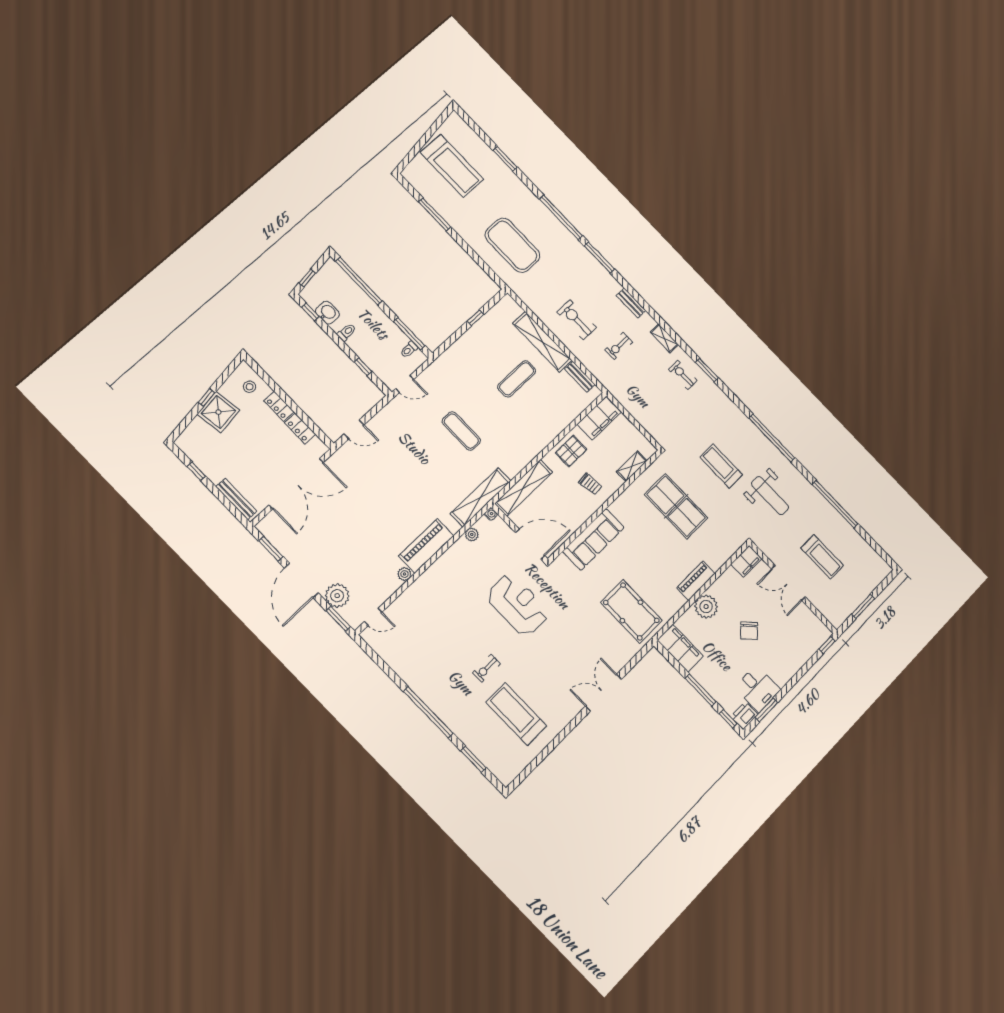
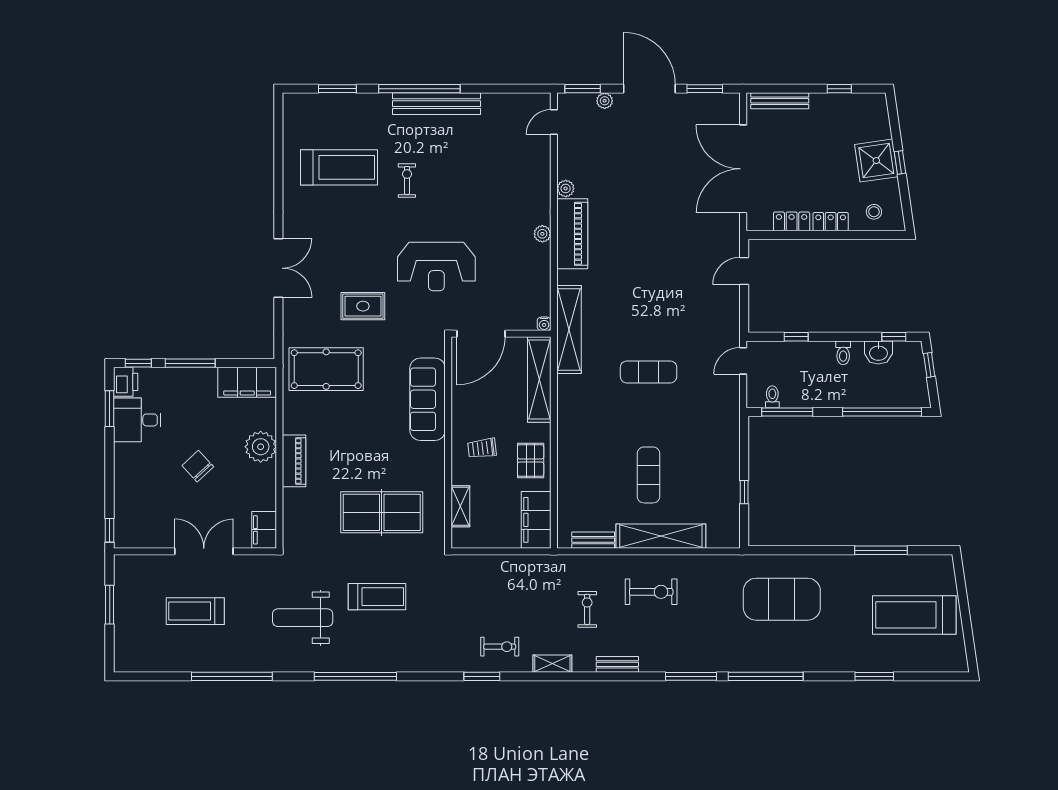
plant: (472, 534) -> (542, 234), moved
plant: (337, 596) -> (605, 101), width x0.53, depth x0.53
rug: (578, 625) -> (363, 306), added
bench: (427, 694) -> (437, 104), added

